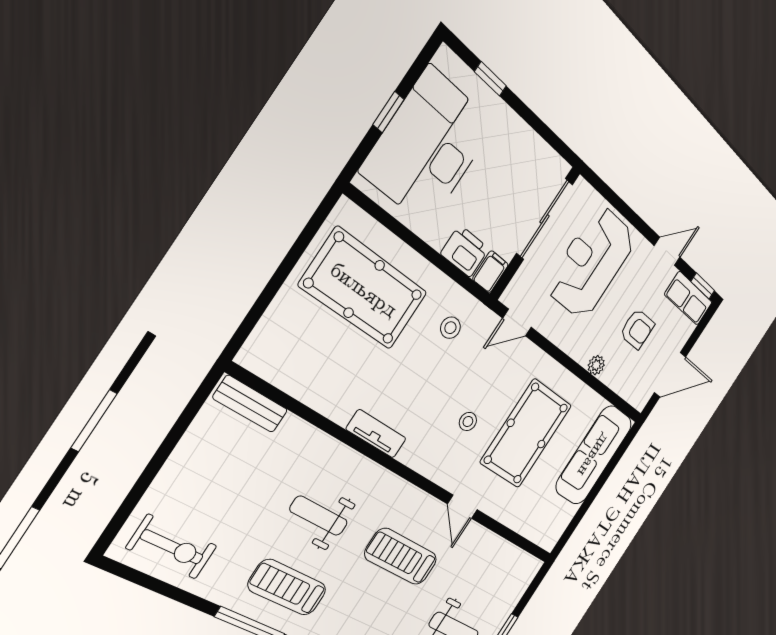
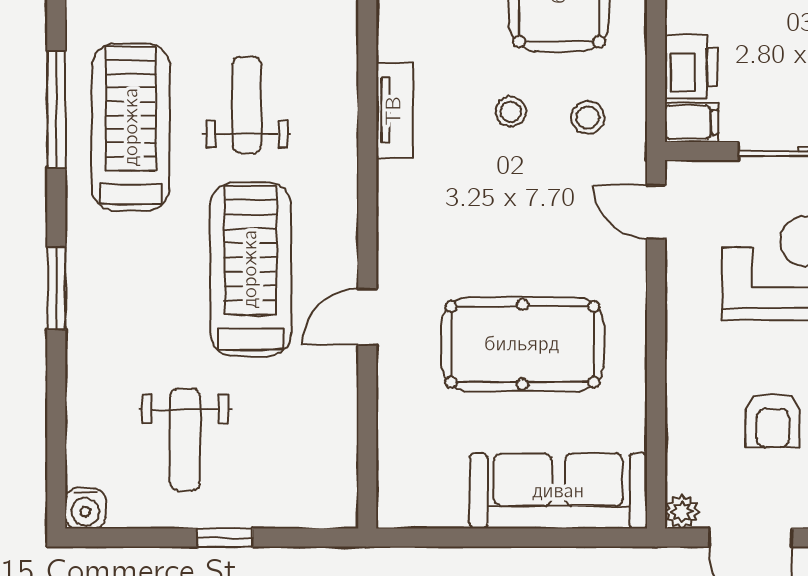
plant: (596, 365) -> (682, 512), moved
stool: (468, 422) -> (511, 111), moved
treadmill: (401, 557) -> (250, 269), width x1.37, depth x1.38
treadmill: (287, 587) -> (131, 127), width x1.37, depth x1.38

